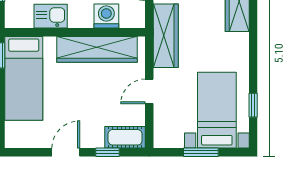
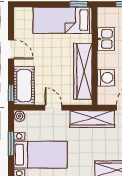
cot: (125, 137) -> (24, 86), width x1.37, depth x1.34
plant: (161, 140) -> (20, 116), added
window: (108, 152) -> (11, 93), moved

